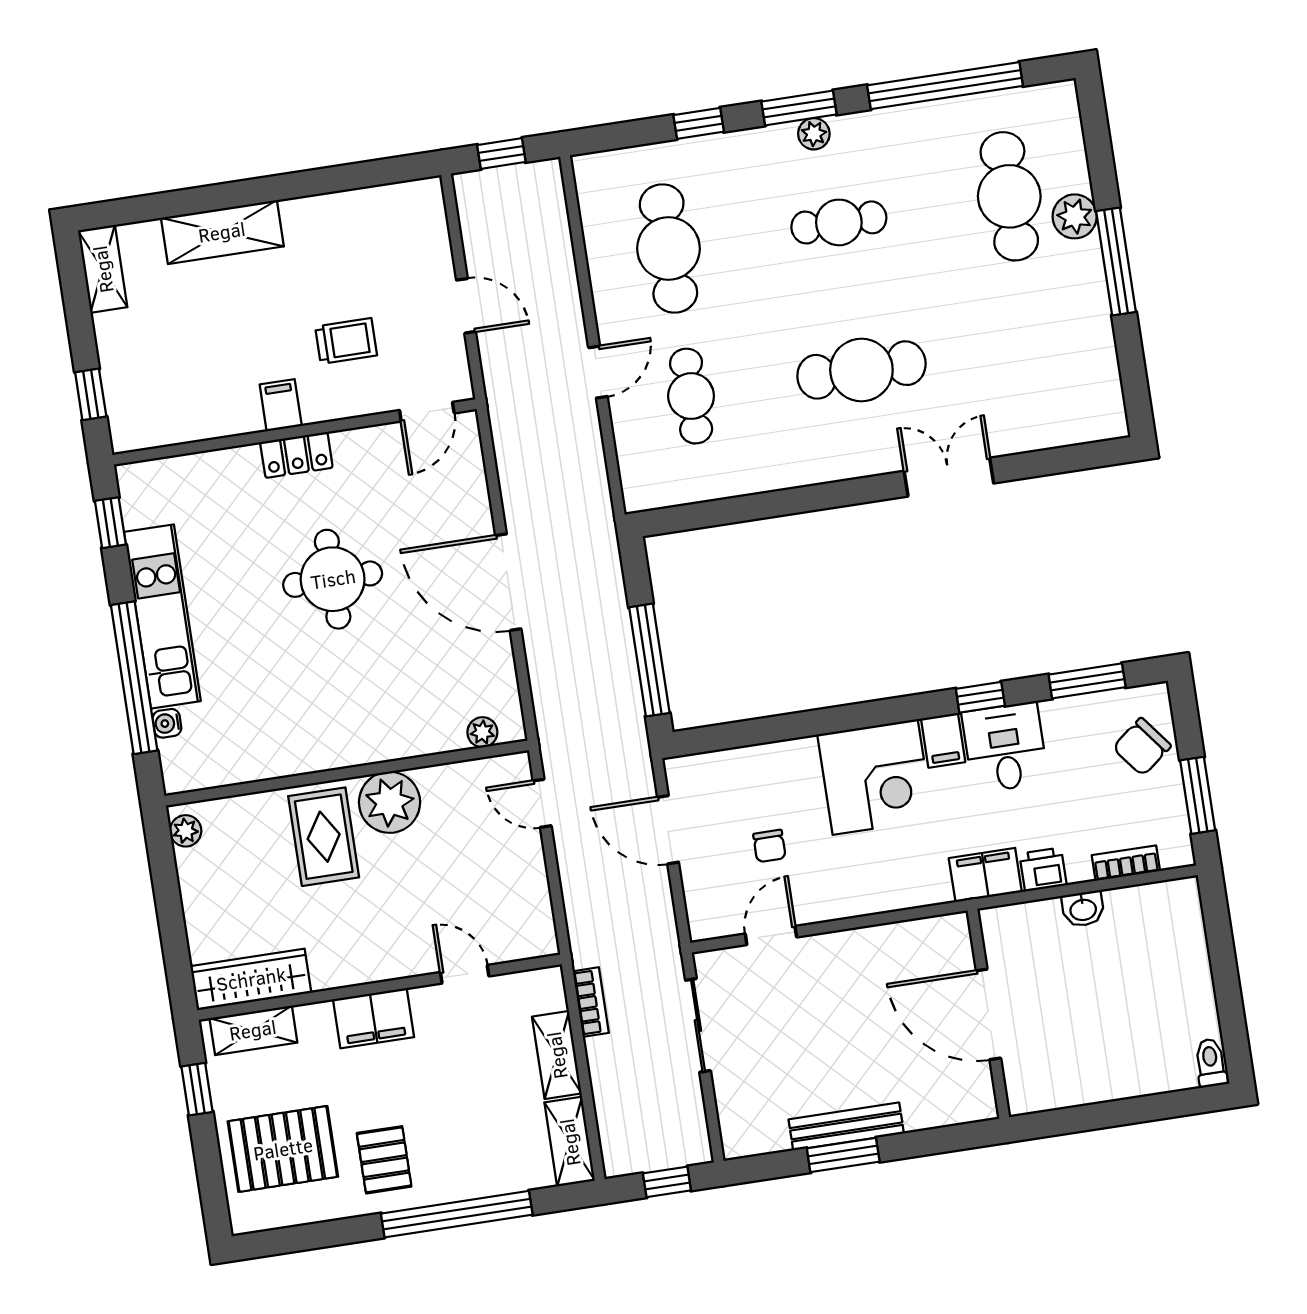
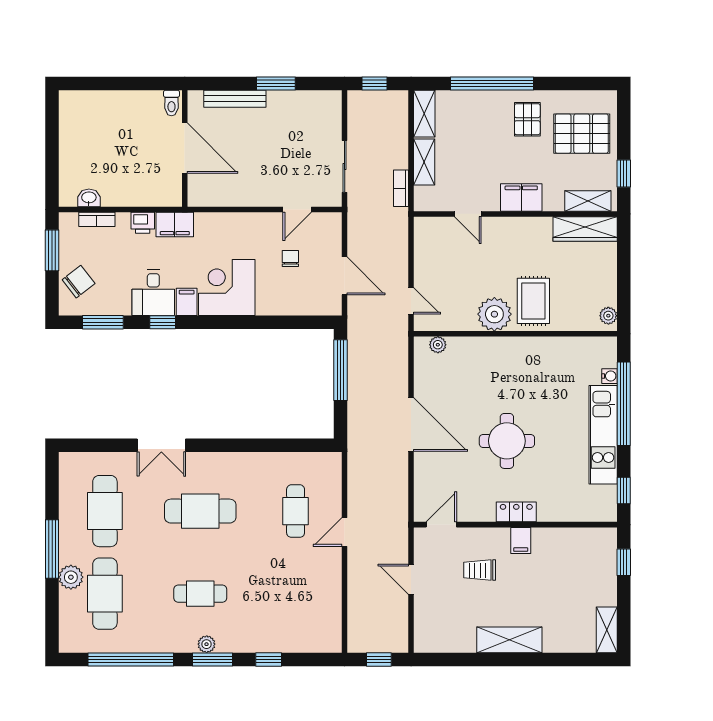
shelving: (222, 232) -> (509, 640), moved
cafe table: (668, 248) -> (105, 511), moved
washbasin: (1083, 909) -> (89, 198), moved
toilet: (1211, 1063) -> (171, 103), moved
bench: (846, 1126) -> (235, 99), moved

